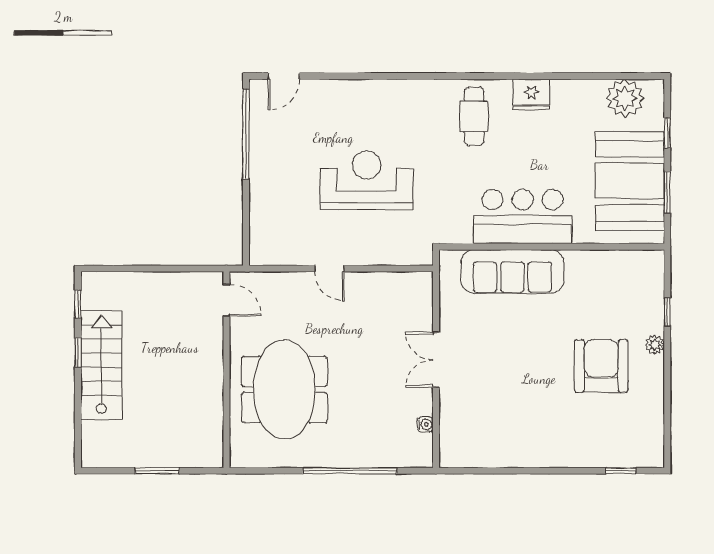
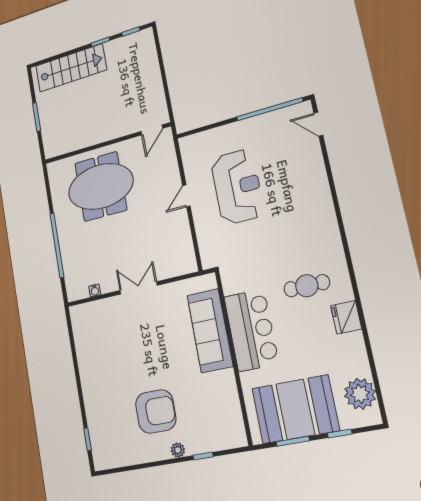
cafe table: (474, 116) -> (307, 286), moved
reception desk: (367, 180) -> (237, 187), moved
stairs: (101, 365) -> (71, 68), moved

